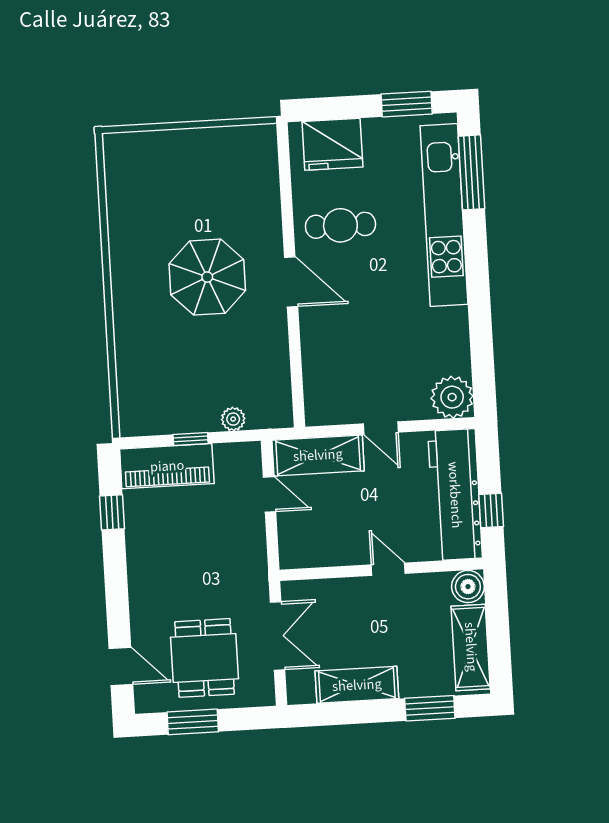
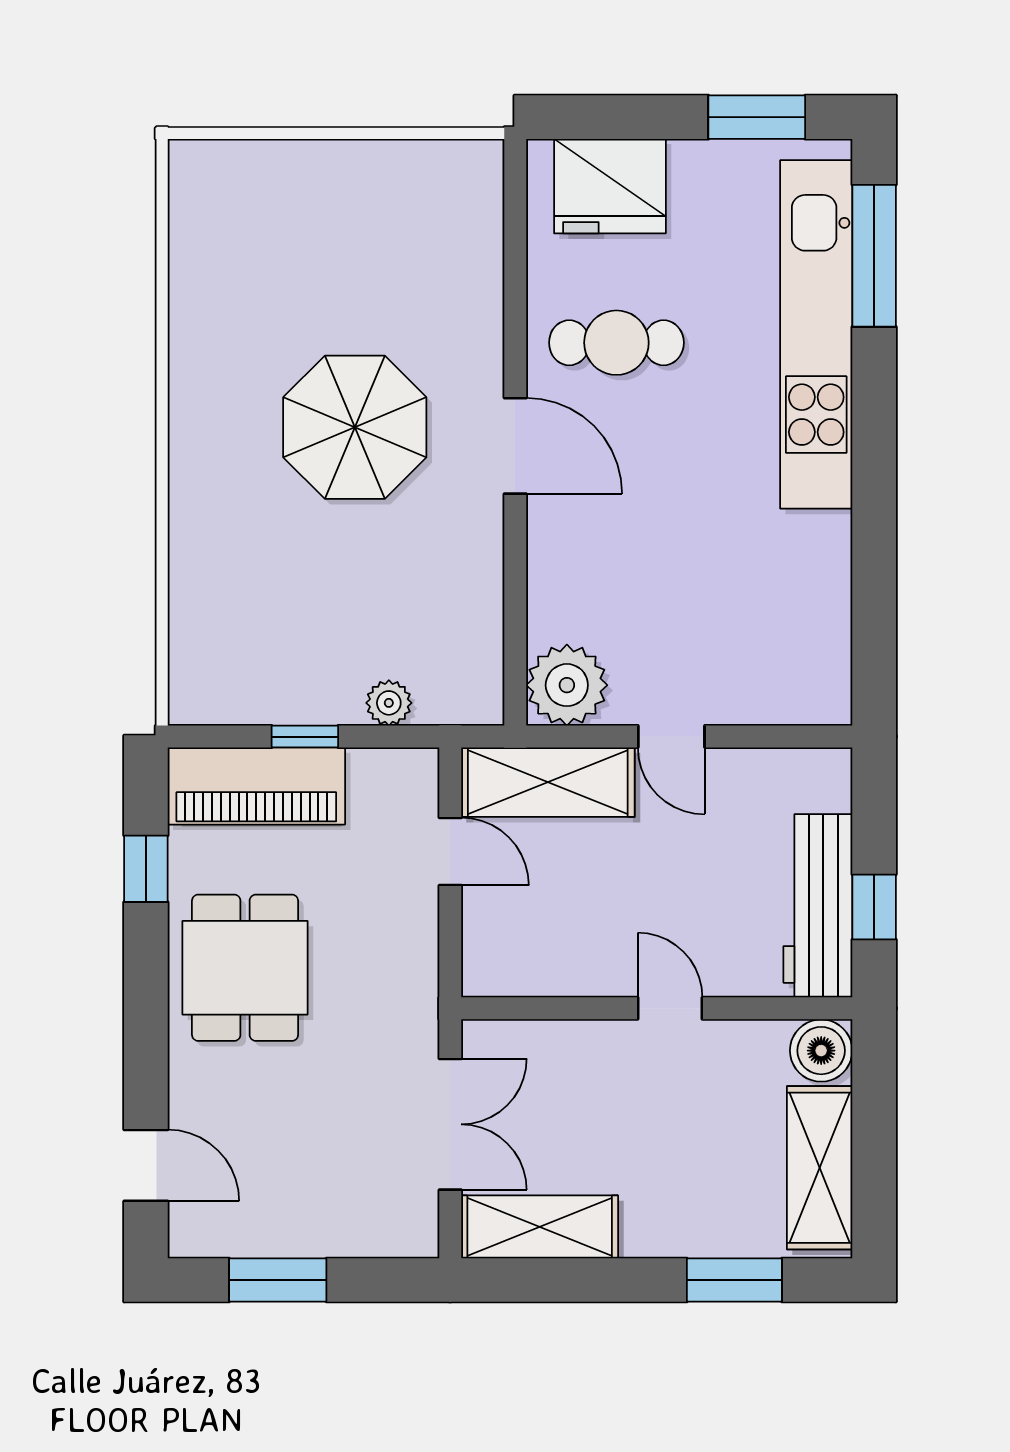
plant: (452, 397) -> (567, 685), moved
workbench: (455, 495) -> (818, 906), width x0.73, depth x0.76
dining table: (205, 658) -> (245, 968), moved
shelving: (357, 685) -> (540, 1227), moved

